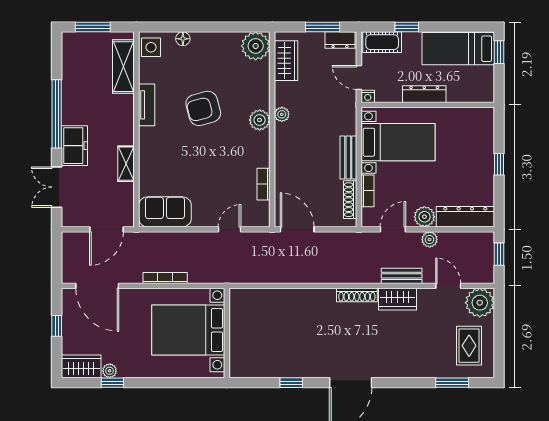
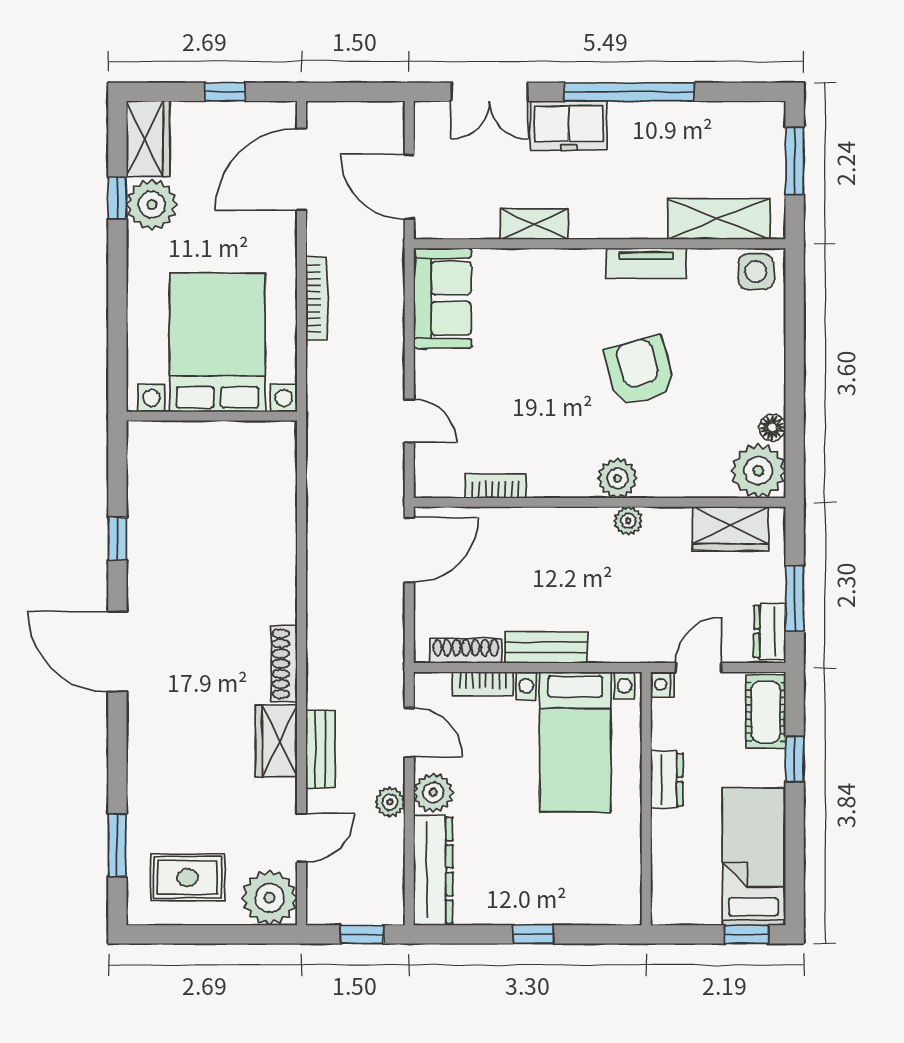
floor lamp: (183, 39) -> (772, 427), moved
dresser: (424, 94) -> (667, 780), width x0.70
double door: (57, 187) -> (489, 92), swing flipped
plant: (110, 371) -> (152, 205), width x1.88, depth x1.88

